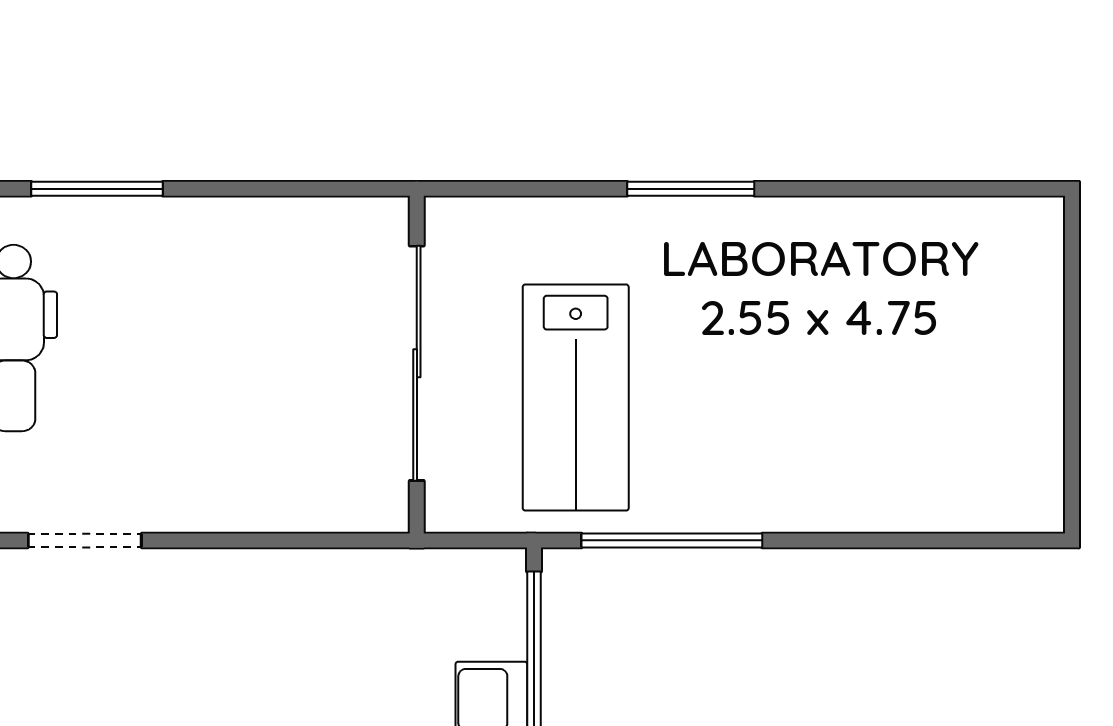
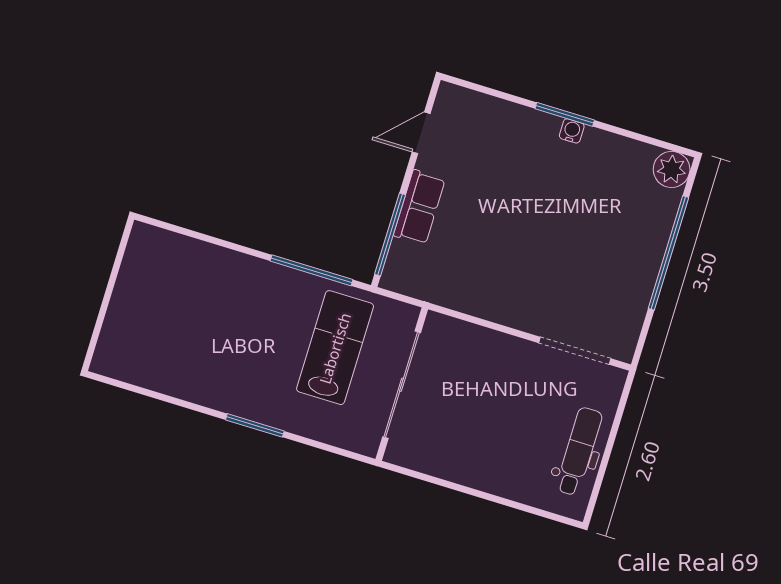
window: (97, 189) -> (521, 507), removed
doorway: (85, 540) -> (575, 351), width x1.38

